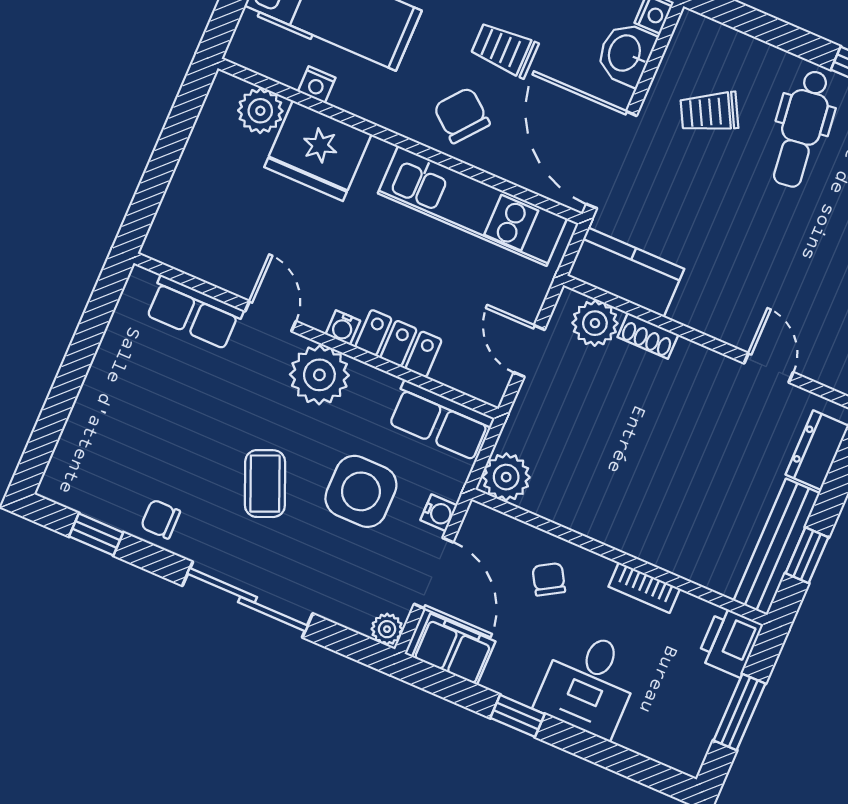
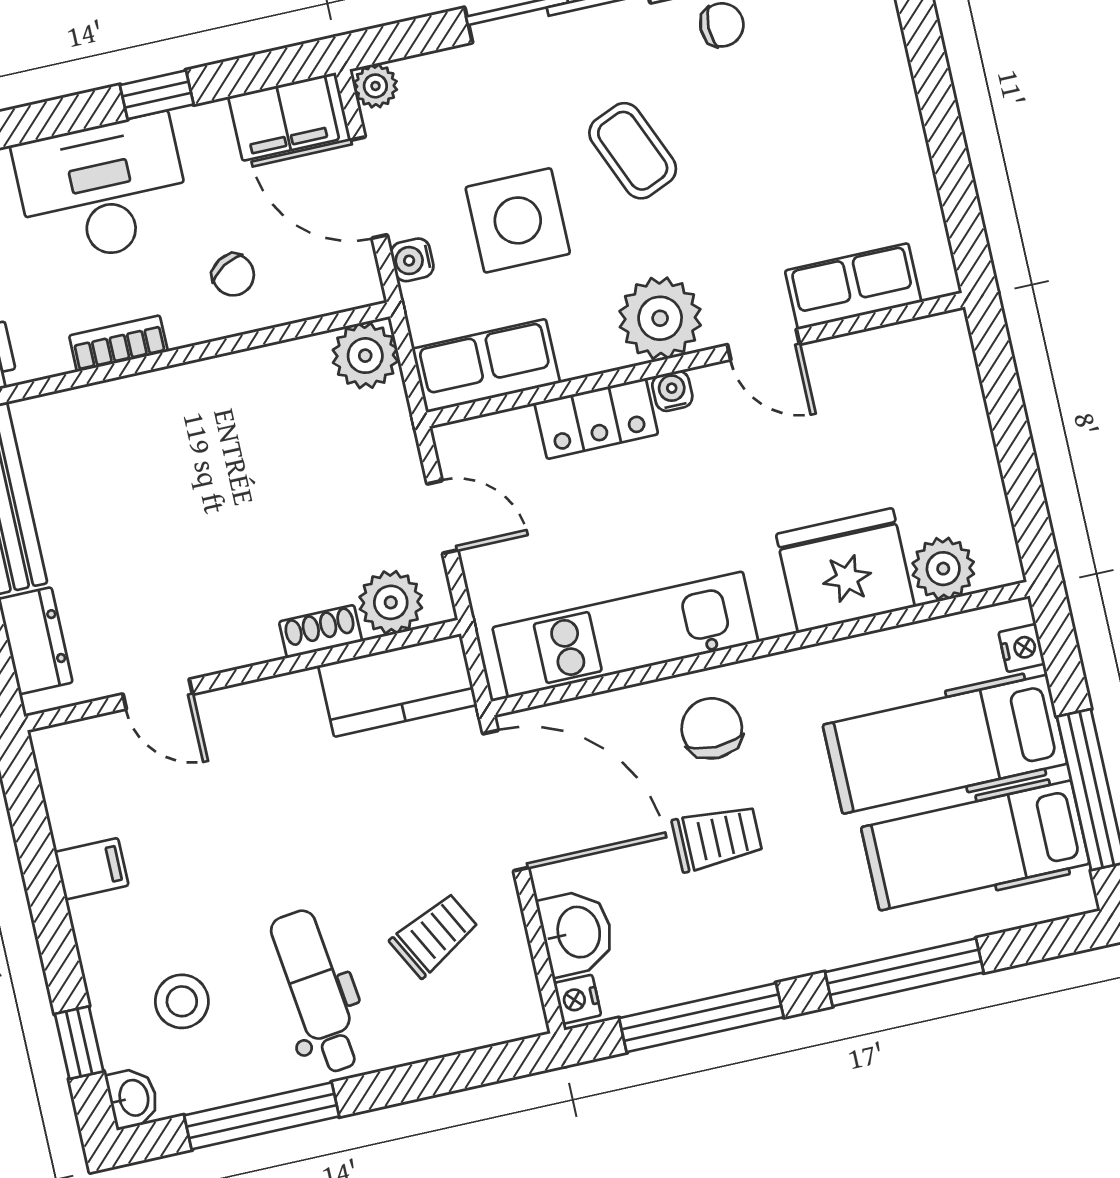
nightstand: (317, 85) -> (1022, 648), moved, turned 90
chair: (462, 115) -> (712, 728), turned -129
desk: (589, 683) -> (103, 190), width x1.37

